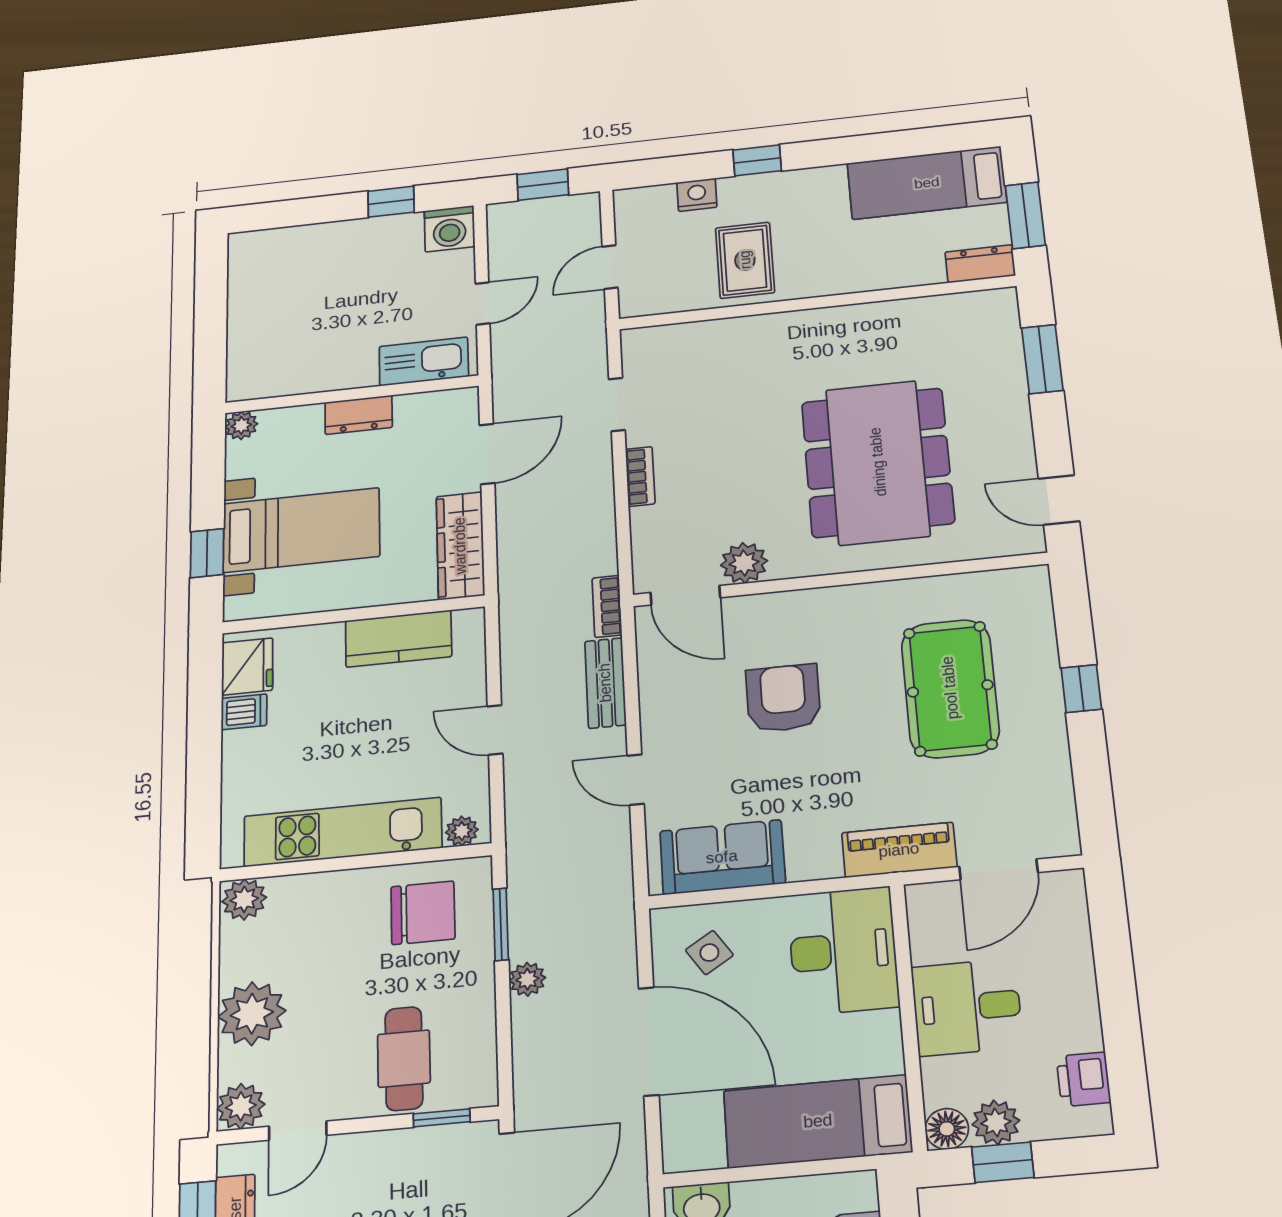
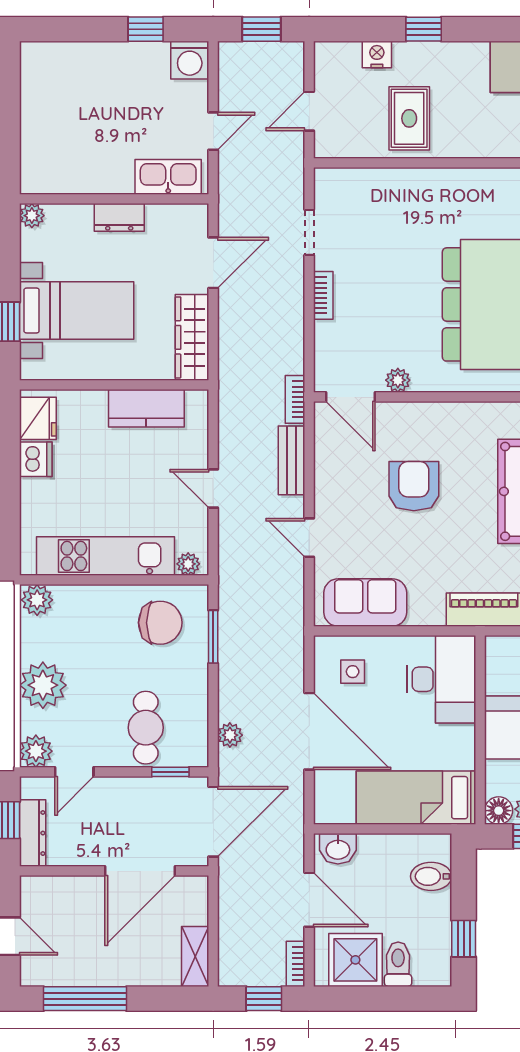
plant: (744, 563) -> (398, 380), width x0.73, depth x0.73
dishwasher: (244, 712) -> (36, 459), width x1.38
side table: (709, 953) -> (353, 672), turned 33
plant: (527, 979) -> (230, 735), moved

